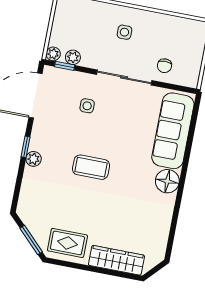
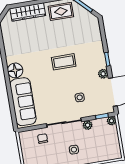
plant: (73, 57) -> (88, 125), moved
plant: (34, 159) -> (103, 74), moved

